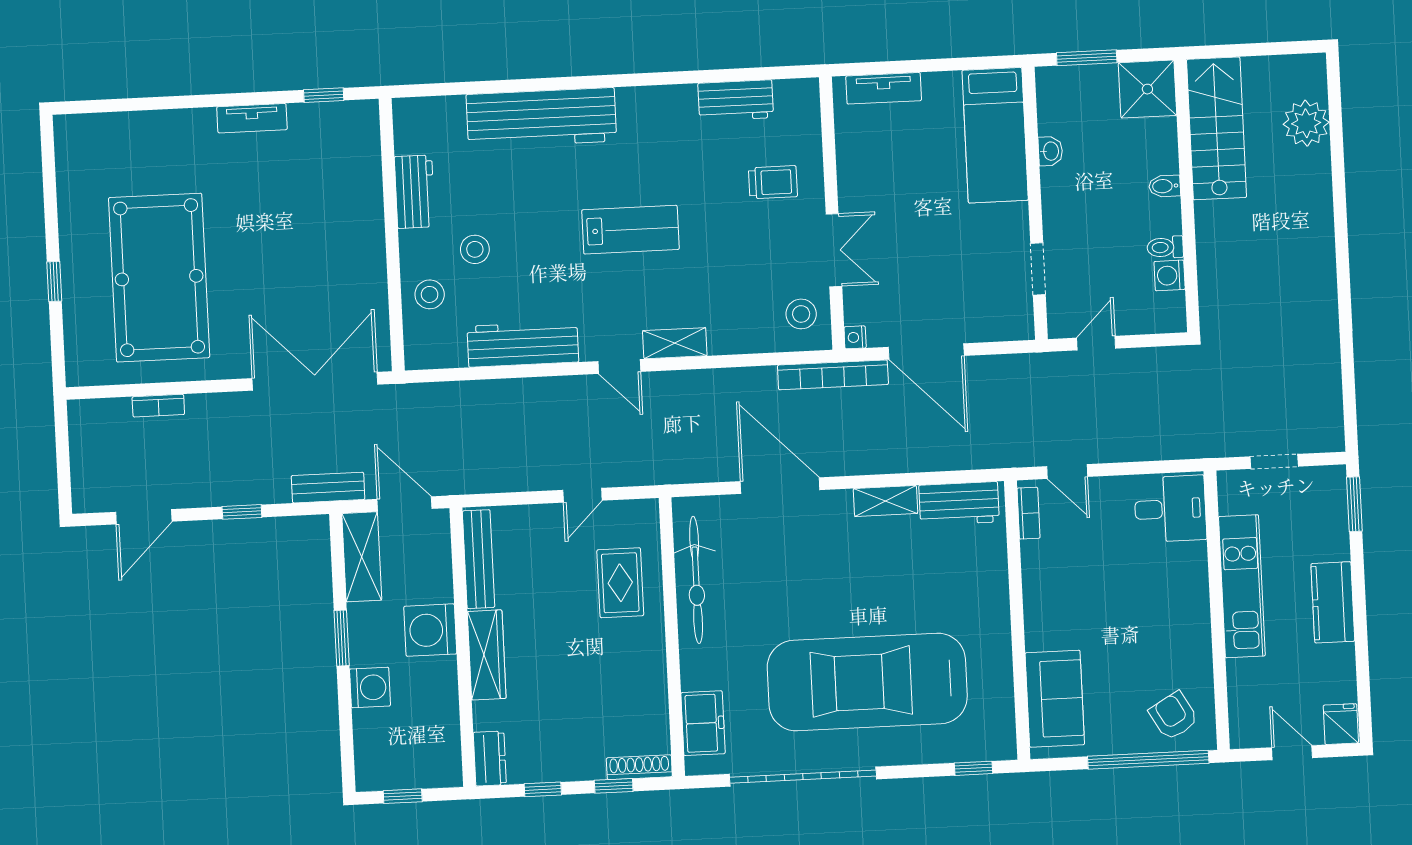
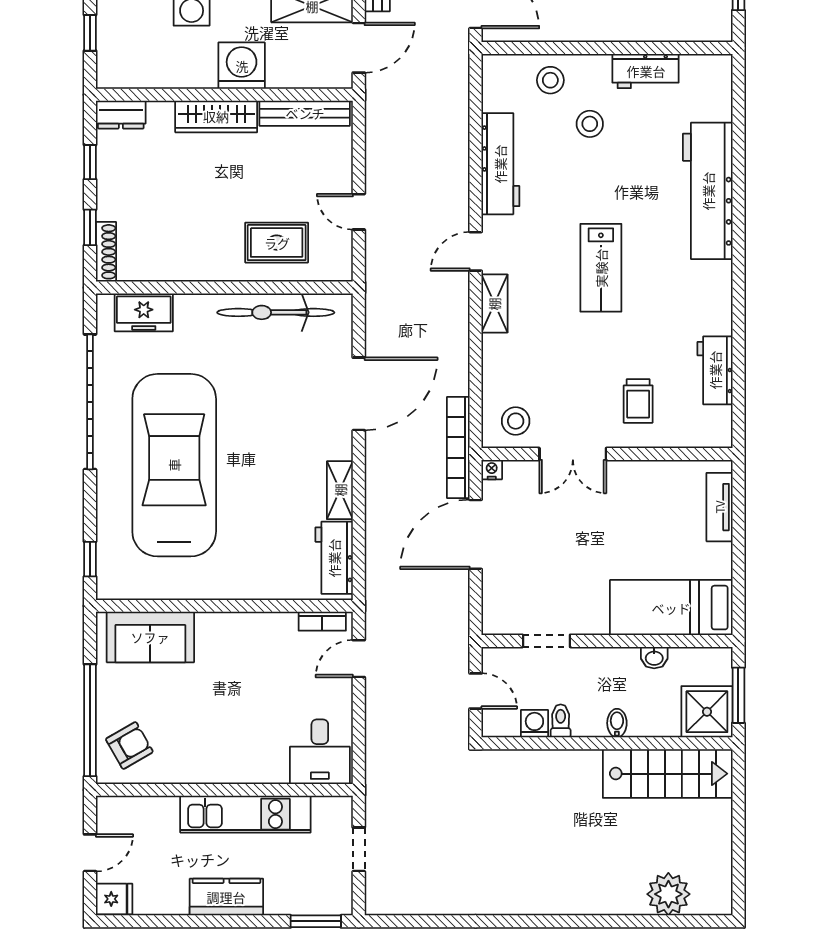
shower: (1147, 89) -> (707, 712), moved
stairs: (1217, 128) -> (668, 774), moved
bidet: (1165, 186) -> (617, 723), moved
wall: (1187, 196) -> (607, 743), moved
toilet: (1165, 247) -> (561, 721), moved
washing machine: (1170, 275) -> (534, 724), moved

